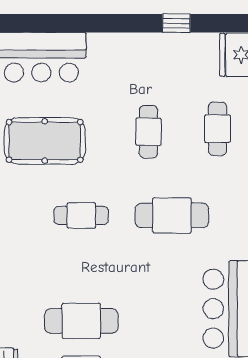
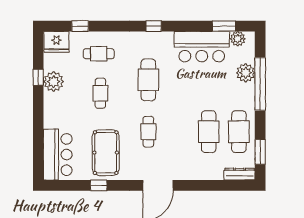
plant: (169, 50) -> (54, 82), added
cafe table: (148, 132) -> (100, 93), turned 90

